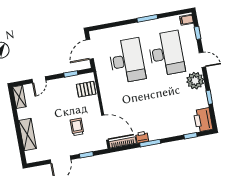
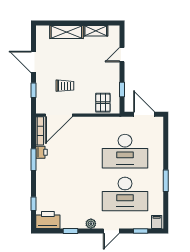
door: (39, 80) -> (122, 55), hinge flipped
plant: (195, 81) -> (91, 224), width x0.53, depth x0.53
shelving: (19, 97) -> (96, 31), moved

